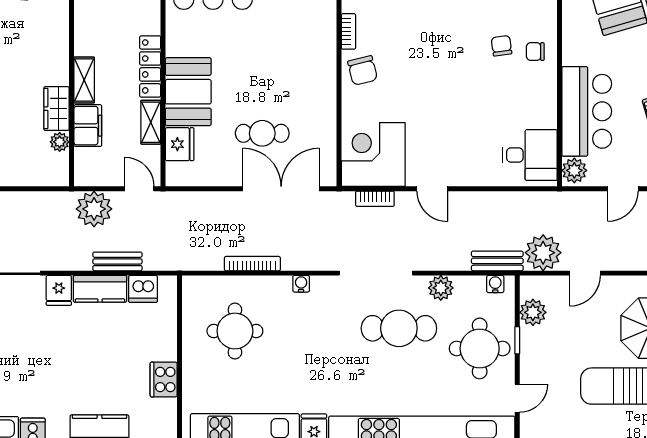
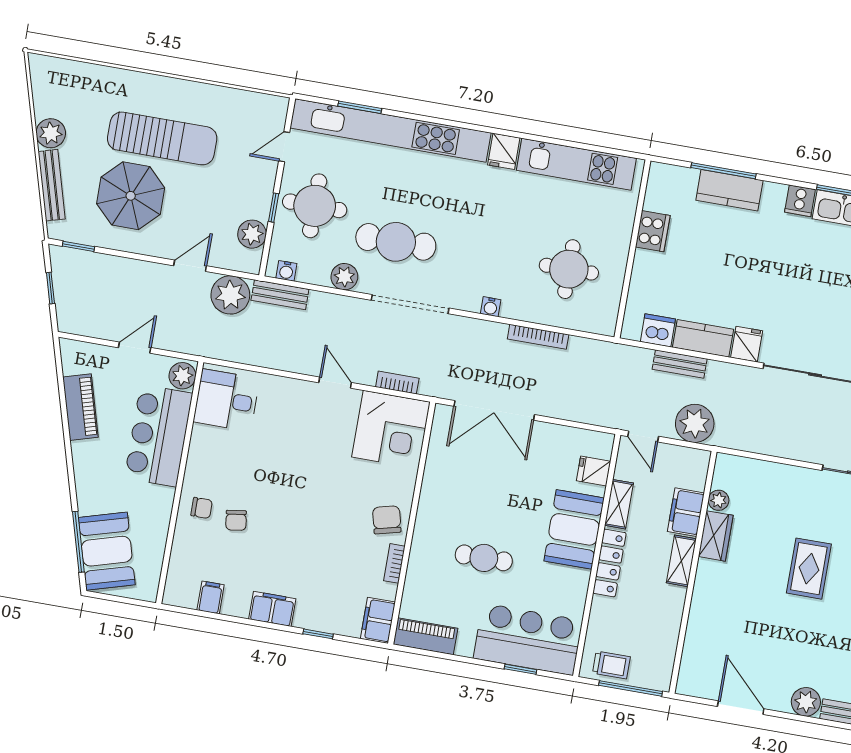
cafe table: (262, 133) -> (484, 558), moved
fridge: (180, 144) -> (594, 471), width x0.72

